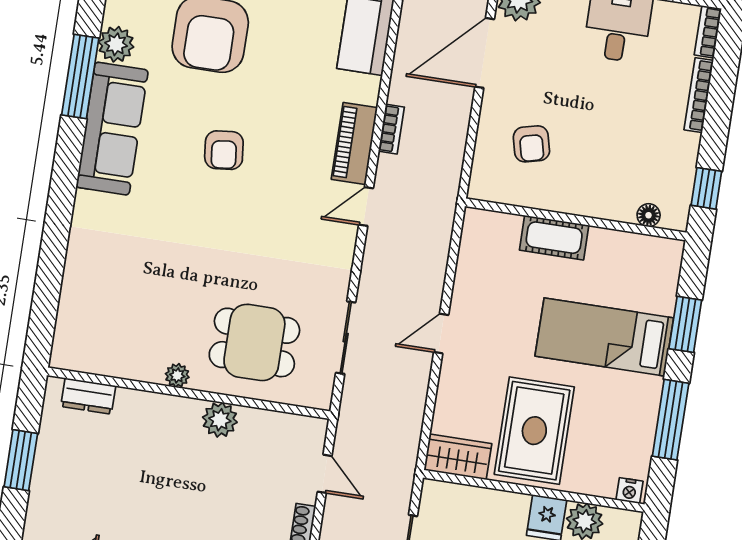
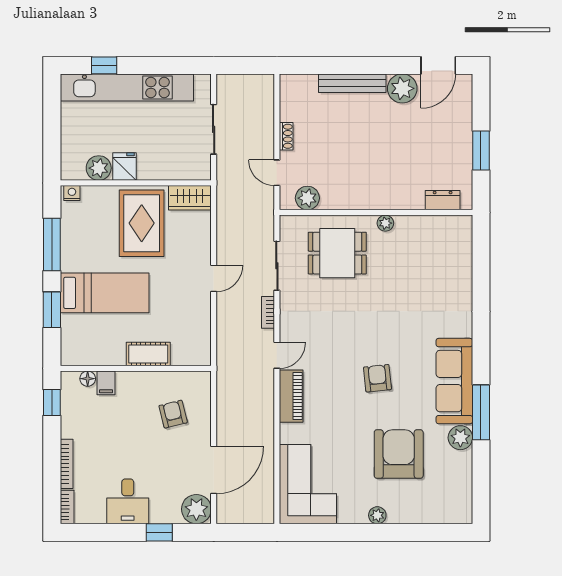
bookcase: (391, 129) -> (268, 312), moved
filing cabinet: (623, 205) -> (106, 383), added
plant: (220, 420) -> (307, 198), moved

